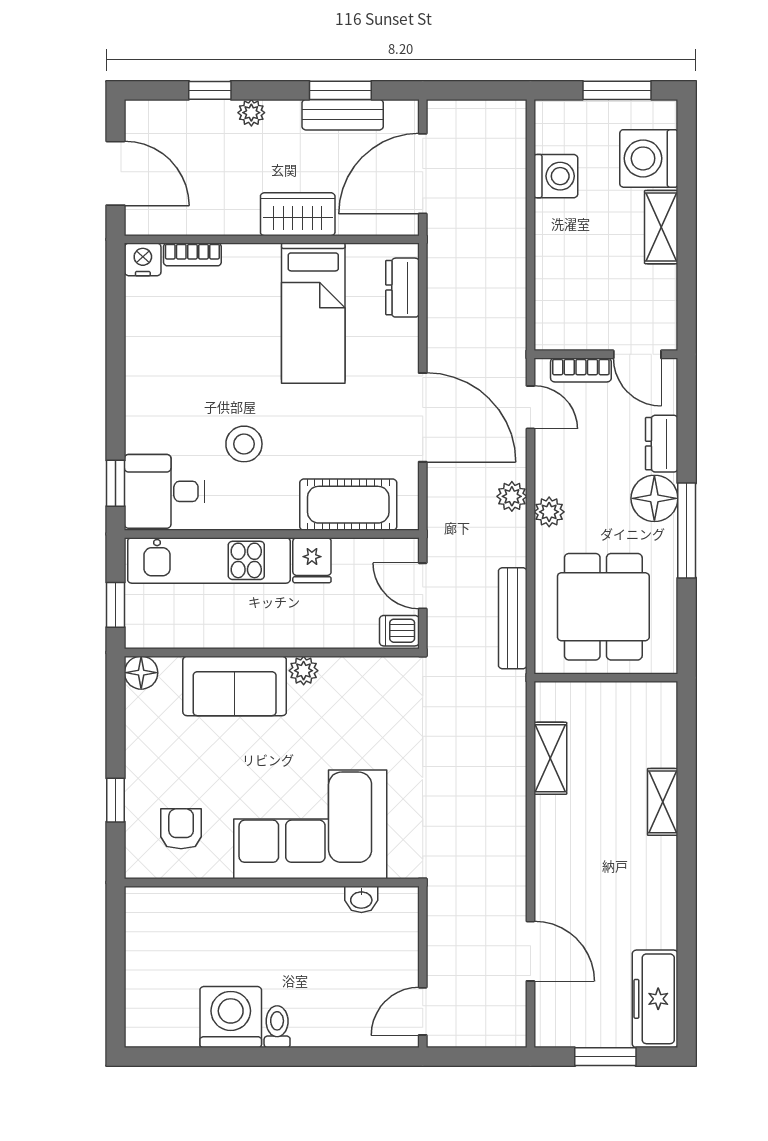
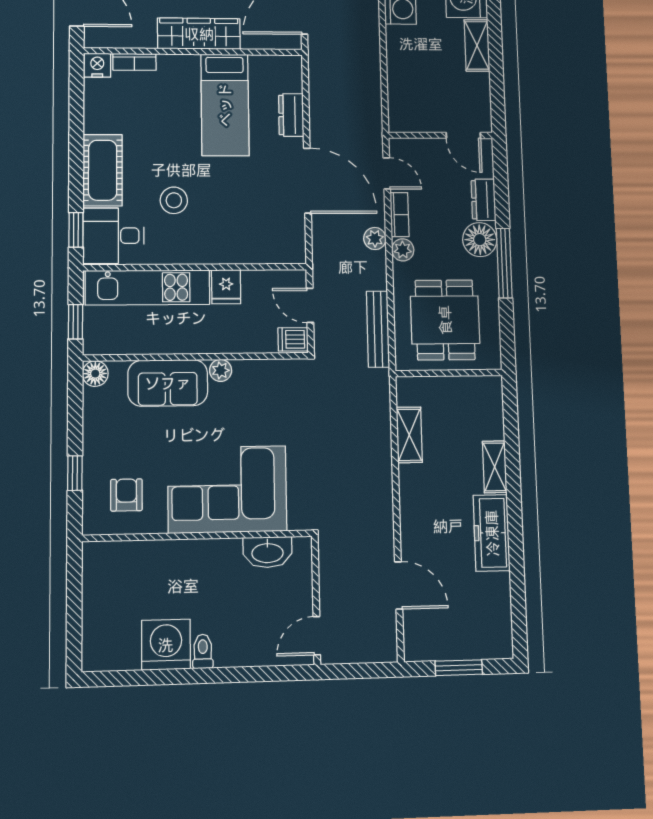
wardrobe: (298, 214) -> (199, 34), width x1.50
dresser: (402, 288) -> (291, 115), moved
bookcase: (581, 370) -> (399, 215), moved, turned -90
cot: (348, 505) -> (103, 170), moved, turned 90
washbasin: (361, 899) -> (267, 552), width x1.91, depth x1.45
freezer: (655, 999) -> (492, 533), moved

